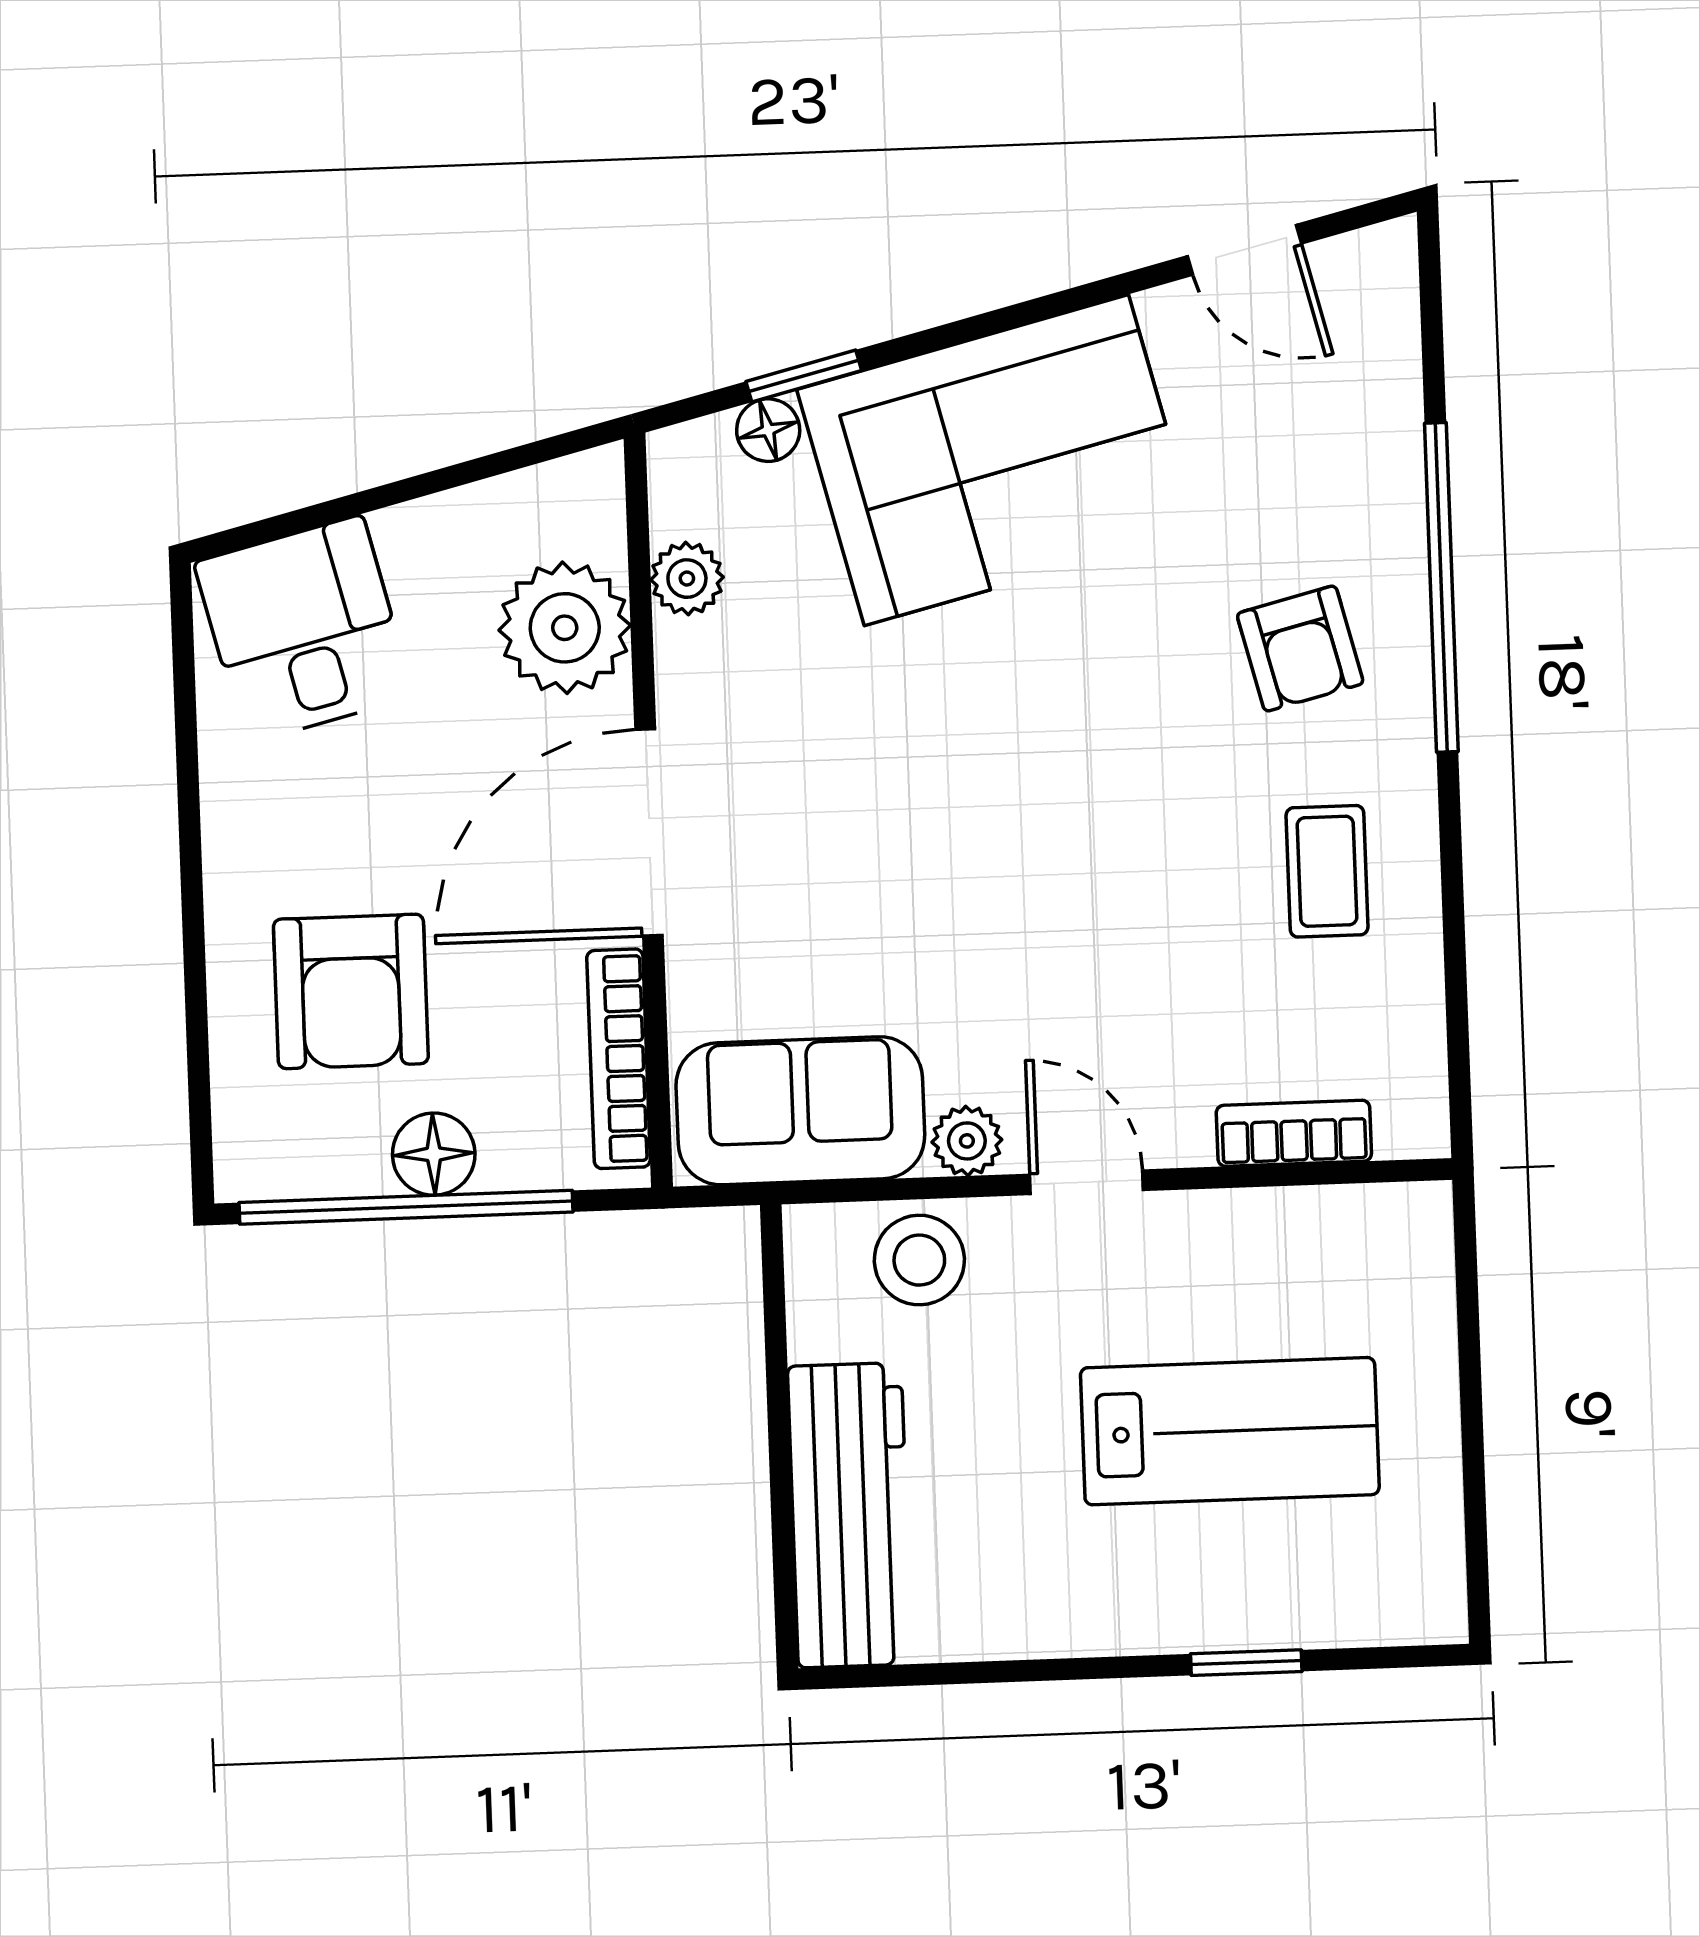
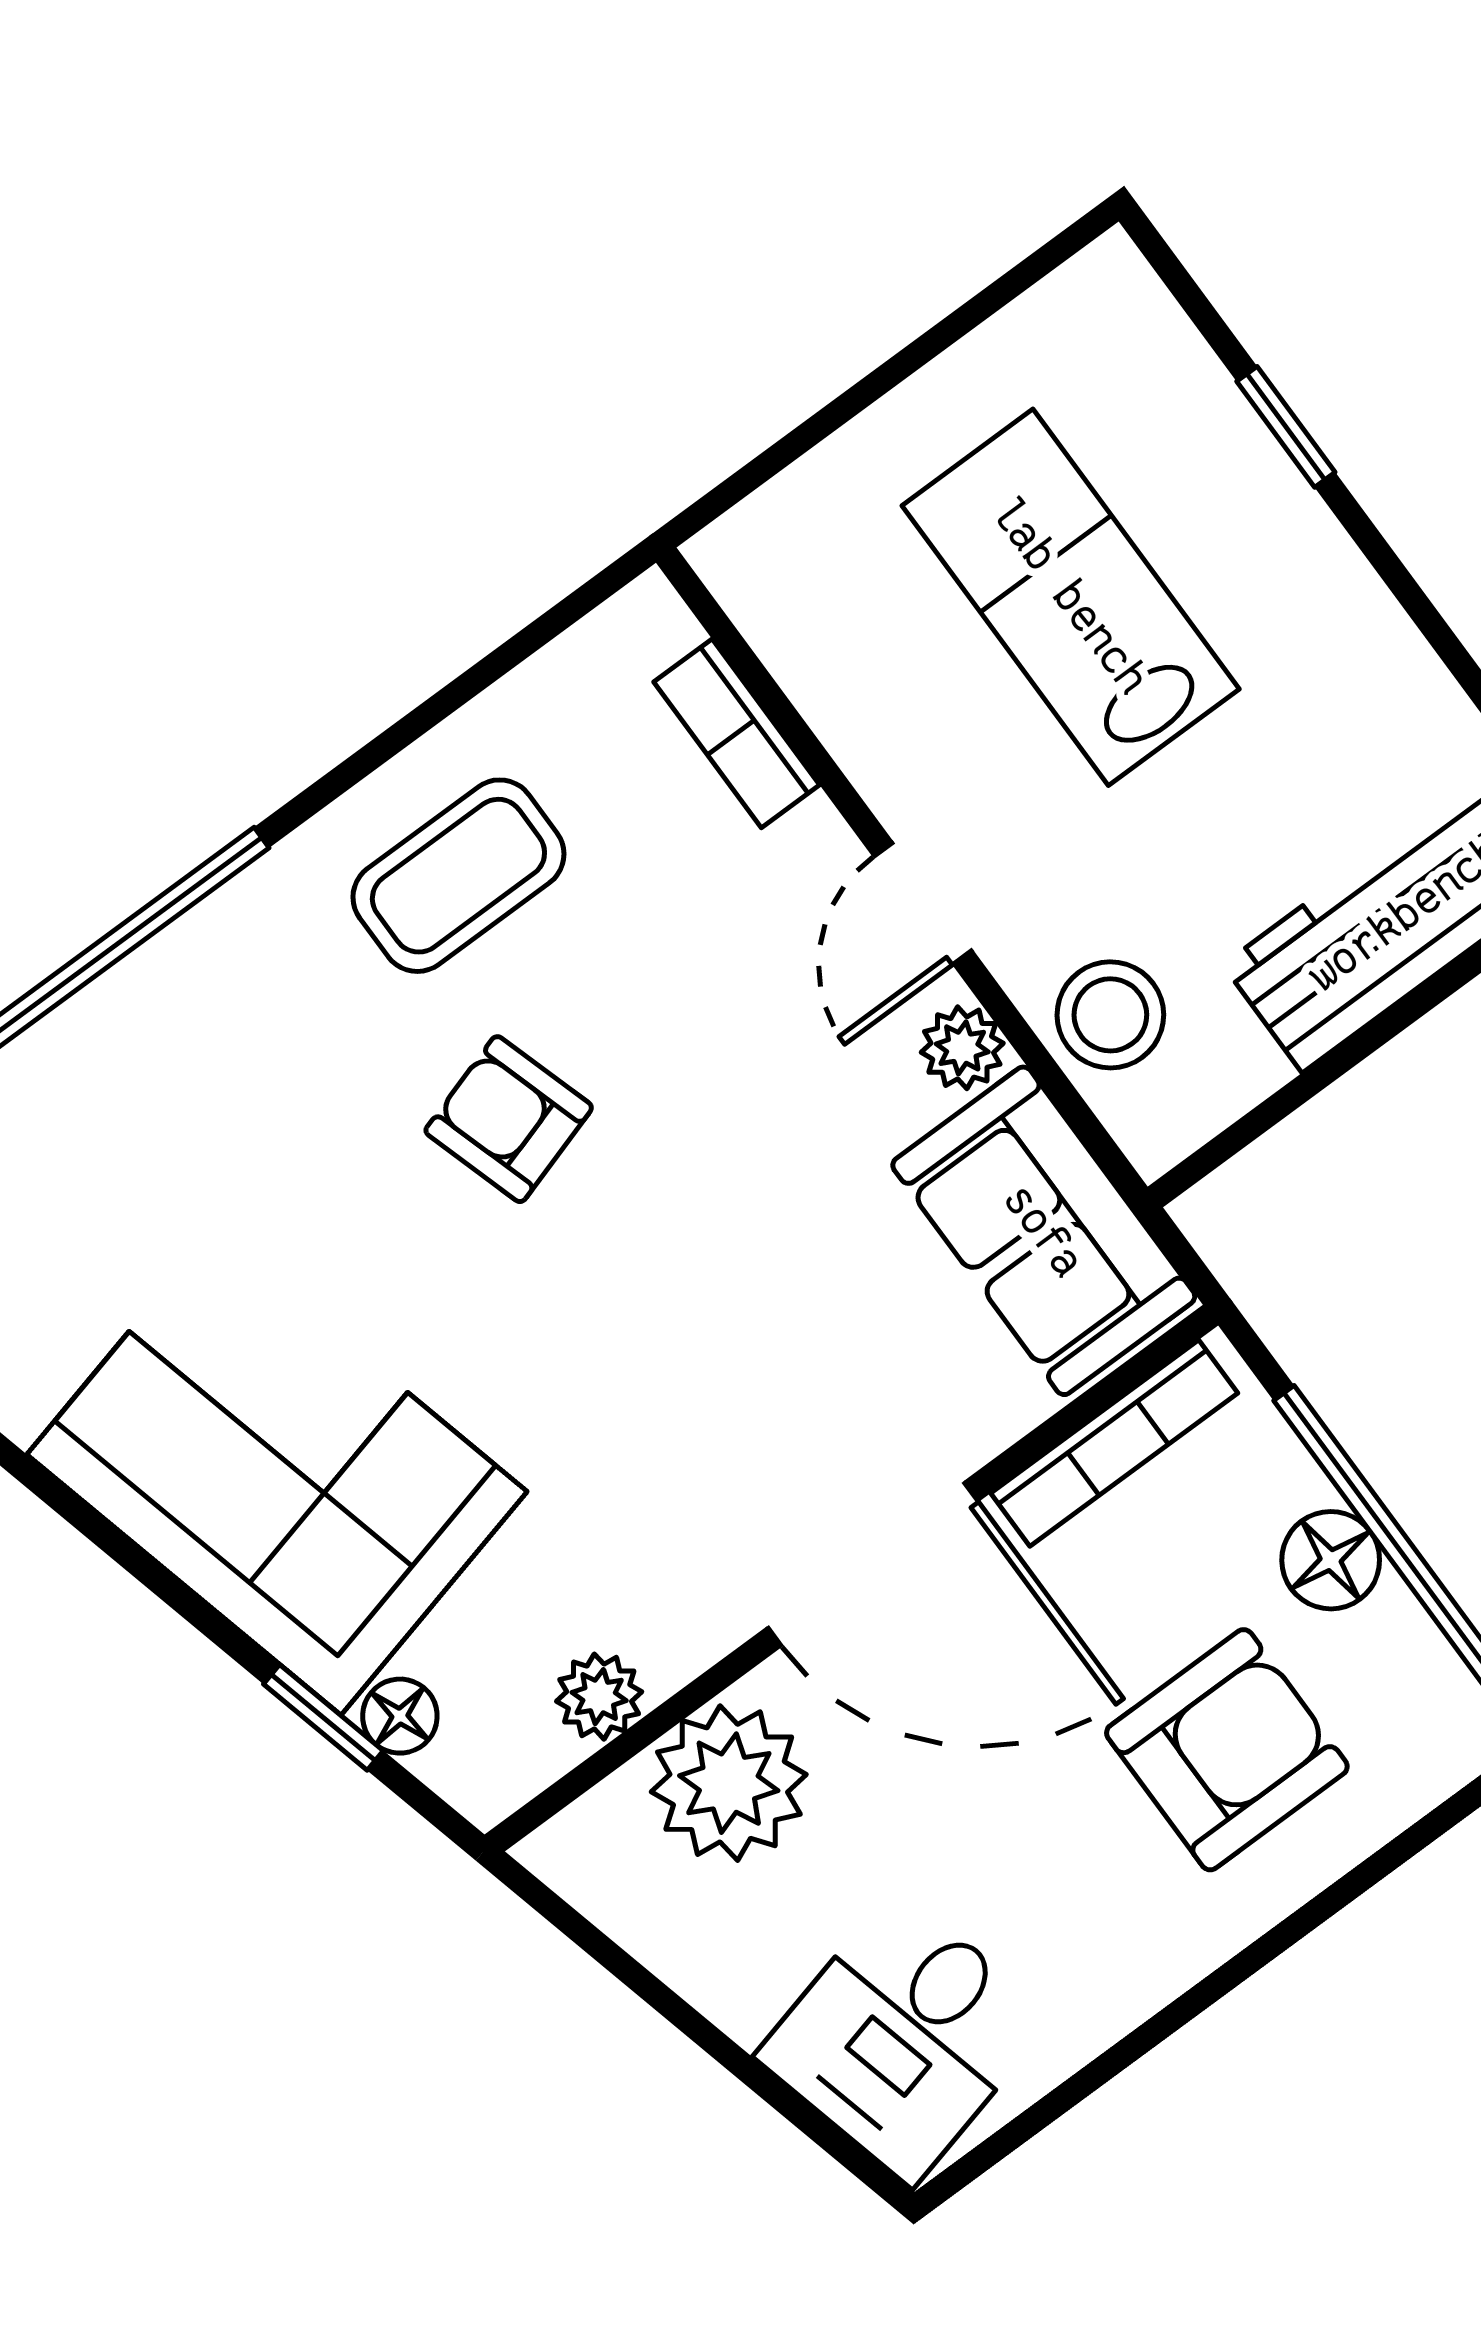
armchair: (1300, 649) -> (509, 1119), moved, turned -93
coffee table: (1327, 871) -> (458, 876), width x1.36, depth x1.30

